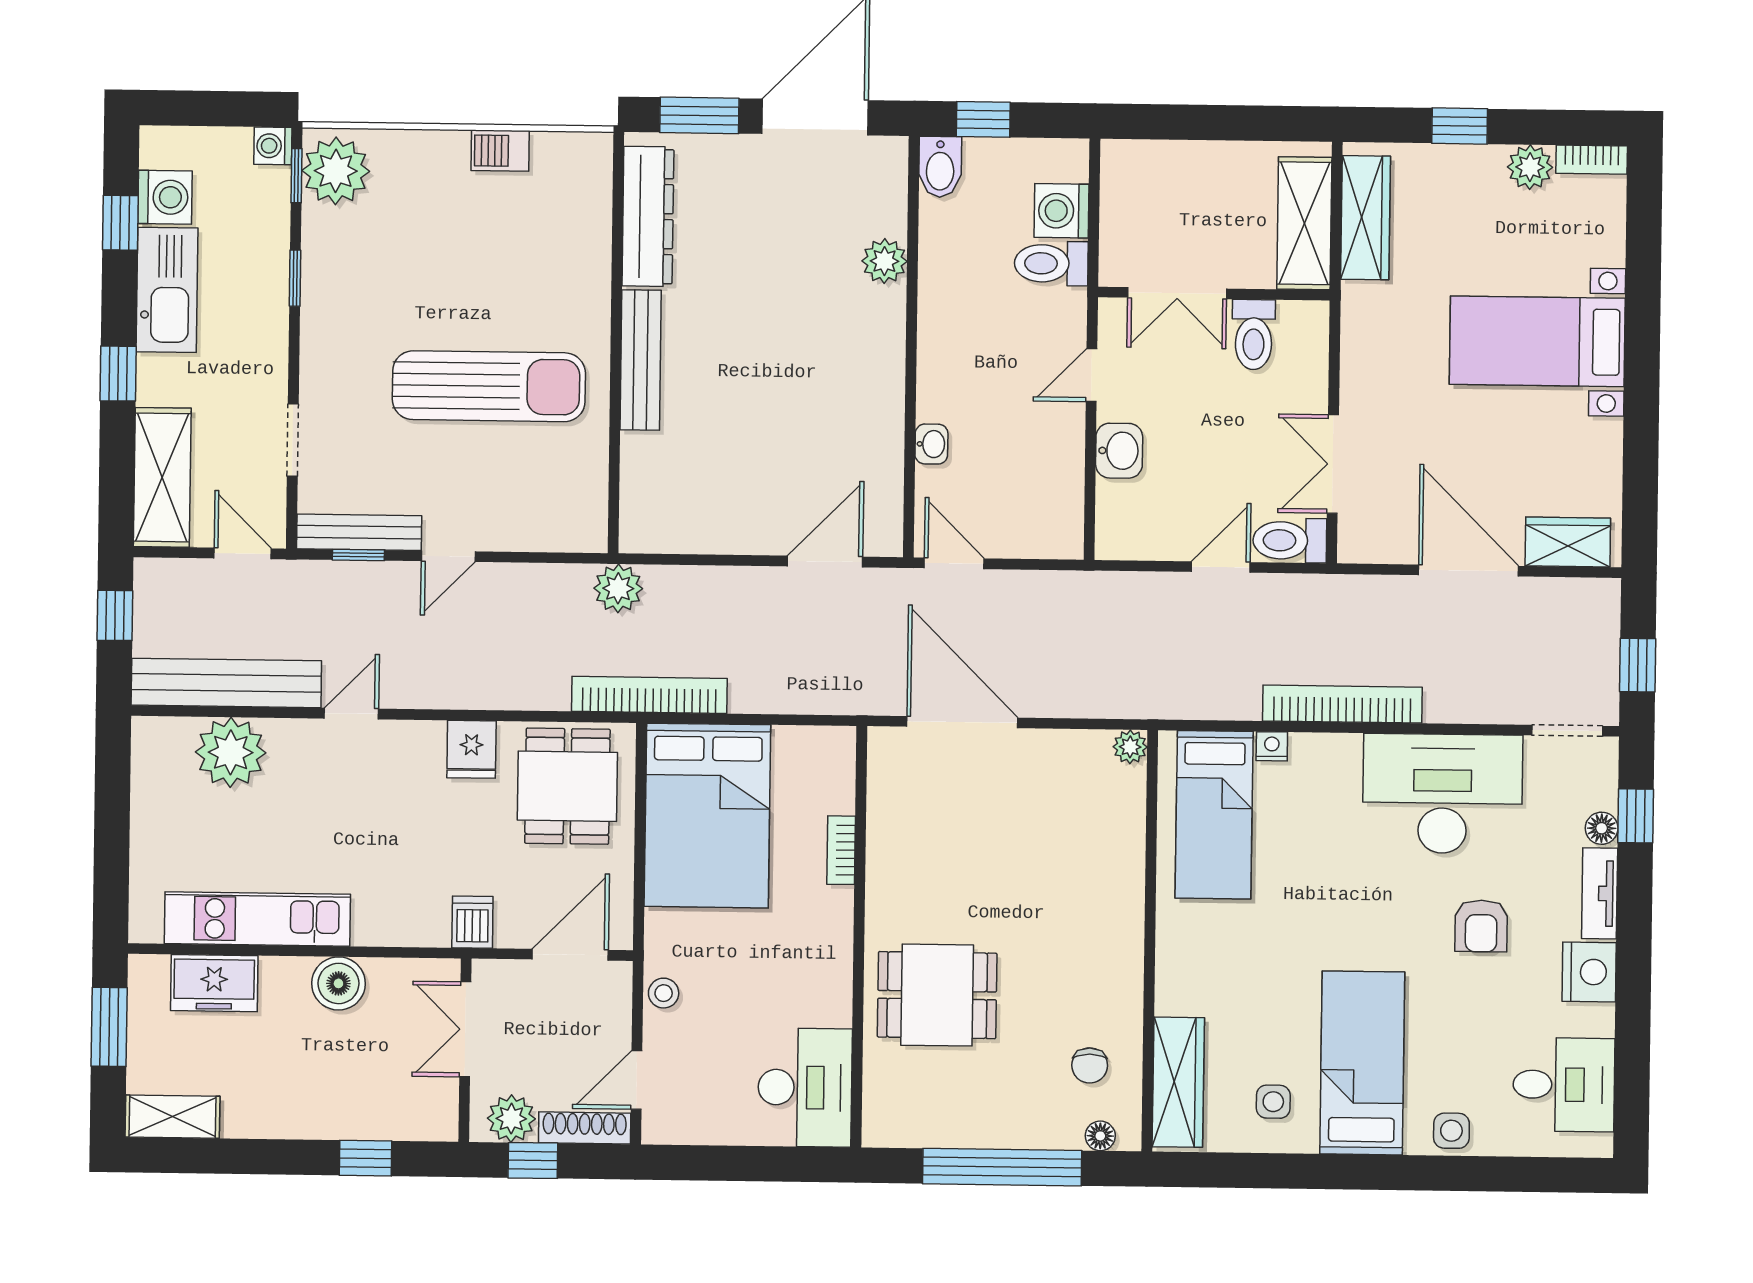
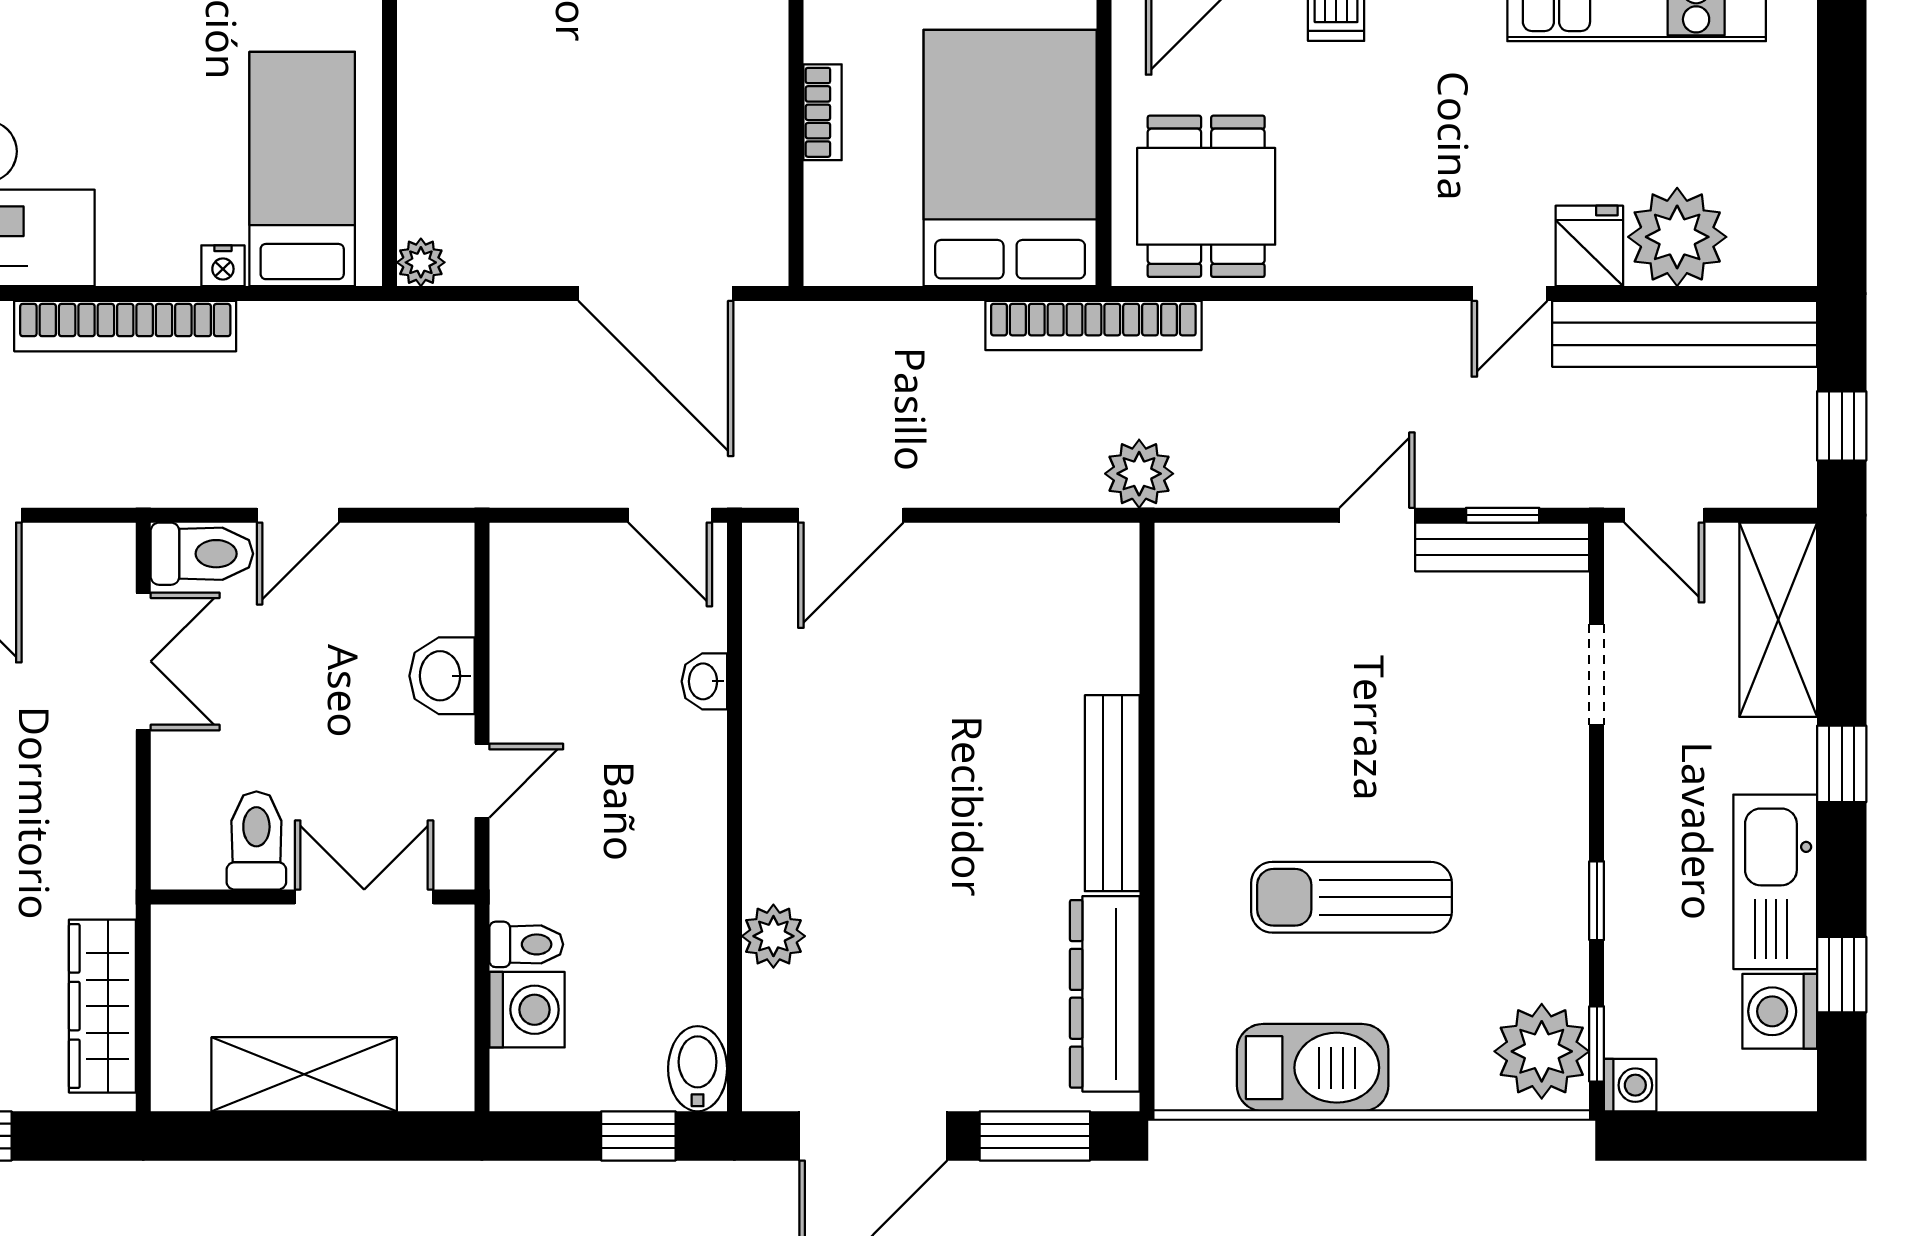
barbecue: (500, 151) -> (1313, 1068), width x1.88, depth x1.53
shelving: (1304, 223) -> (304, 1074), moved, turned 90
toilet: (1051, 263) -> (526, 944), width x0.73, depth x0.72
sun lounger: (489, 386) -> (1351, 897), moved, width x0.73, depth x0.75
fridge: (471, 749) -> (1589, 246), moved

